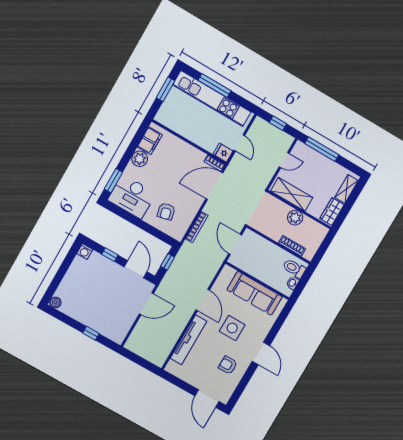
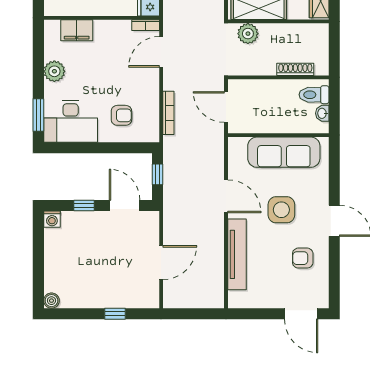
filing cabinet: (150, 141) -> (77, 30), moved, turned 90
door: (214, 186) -> (161, 52), width x0.73
armchair: (166, 211) -> (121, 115), turned -77
plant: (295, 218) -> (248, 34), moved
door: (146, 304) -> (161, 262), moved

